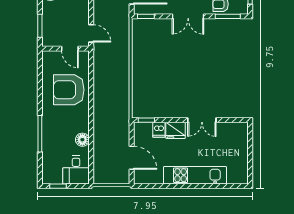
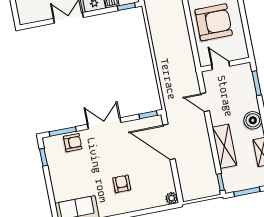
door: (91, 33) -> (205, 102), moved

